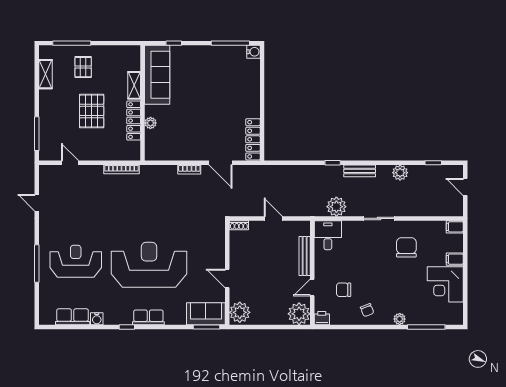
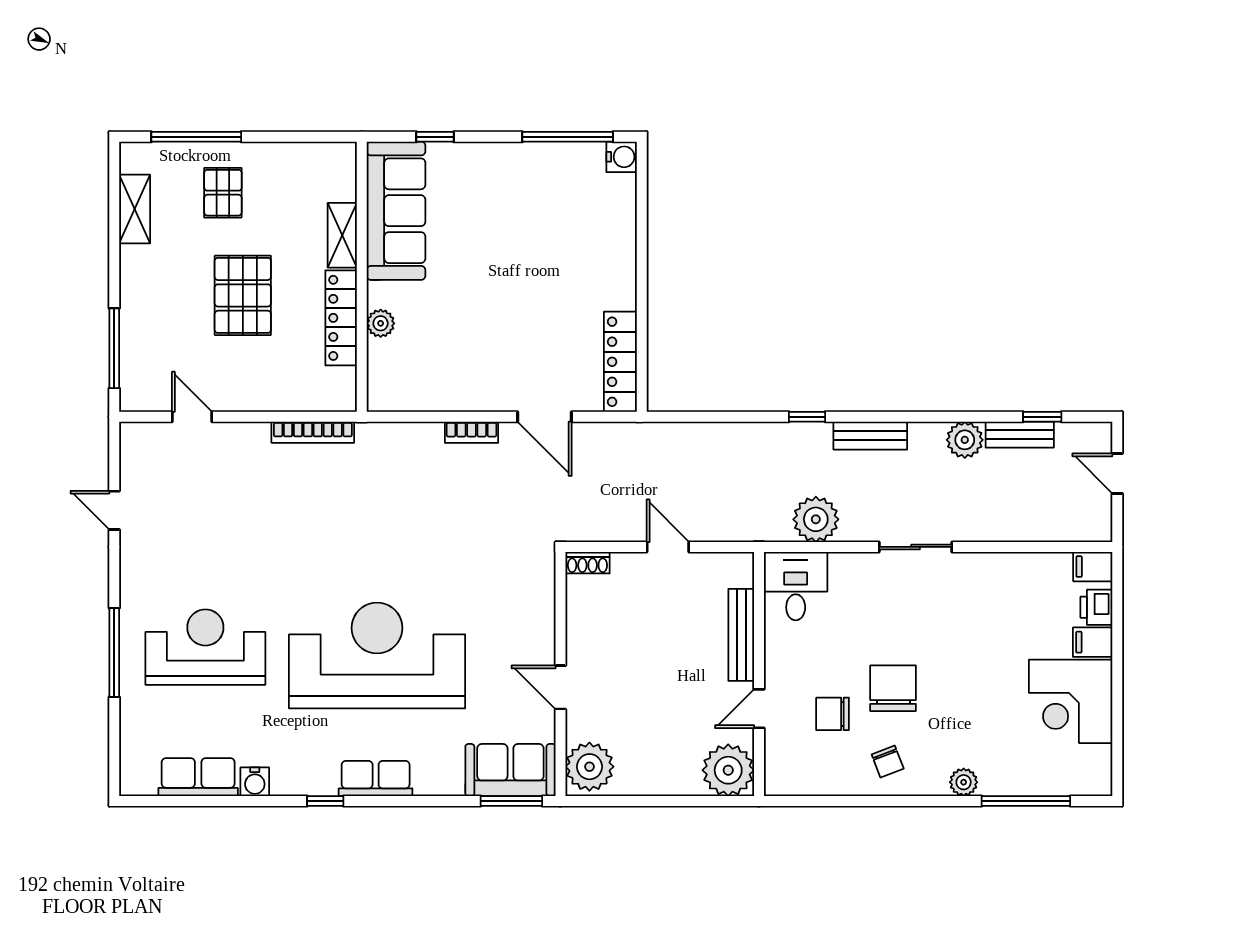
bench: (424, 170) -> (1020, 435), added
chair: (406, 247) -> (893, 688), moved
printer: (322, 318) -> (1096, 607), moved, turned -90

